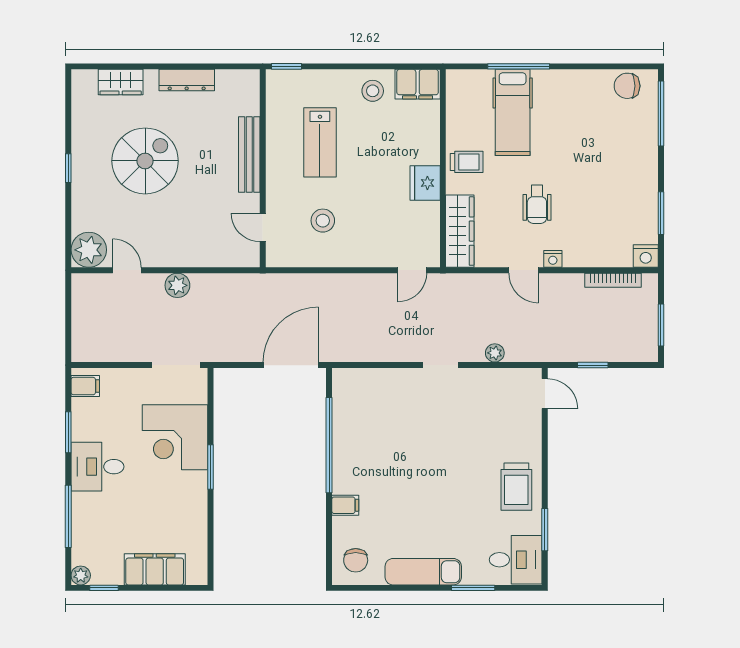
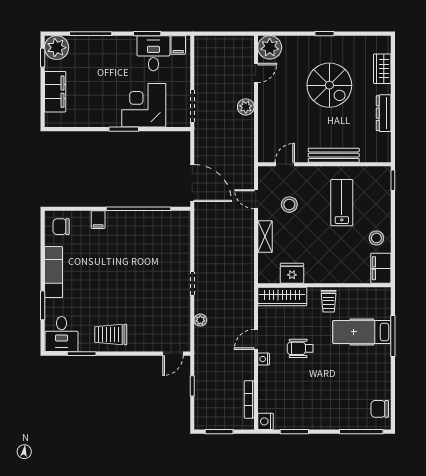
chair: (627, 86) -> (380, 409), turned -90
lab bench: (320, 142) -> (342, 203), turned 90
fridge: (425, 183) -> (292, 273), moved
shelving: (370, 257) -> (265, 237), added
door: (412, 270) -> (256, 199), moved
desk: (97, 467) -> (153, 53), moved
plant: (81, 575) -> (57, 48), width x1.88, depth x1.88

